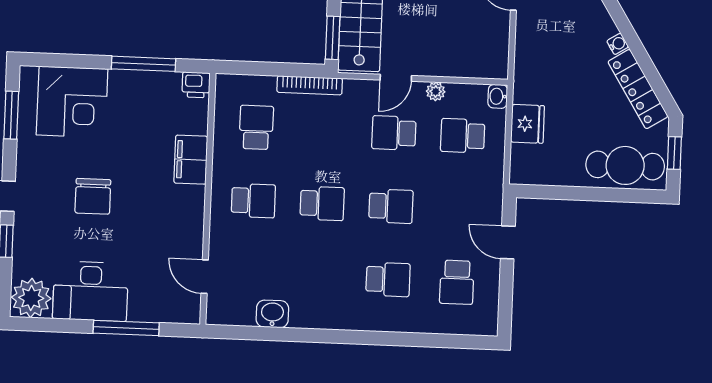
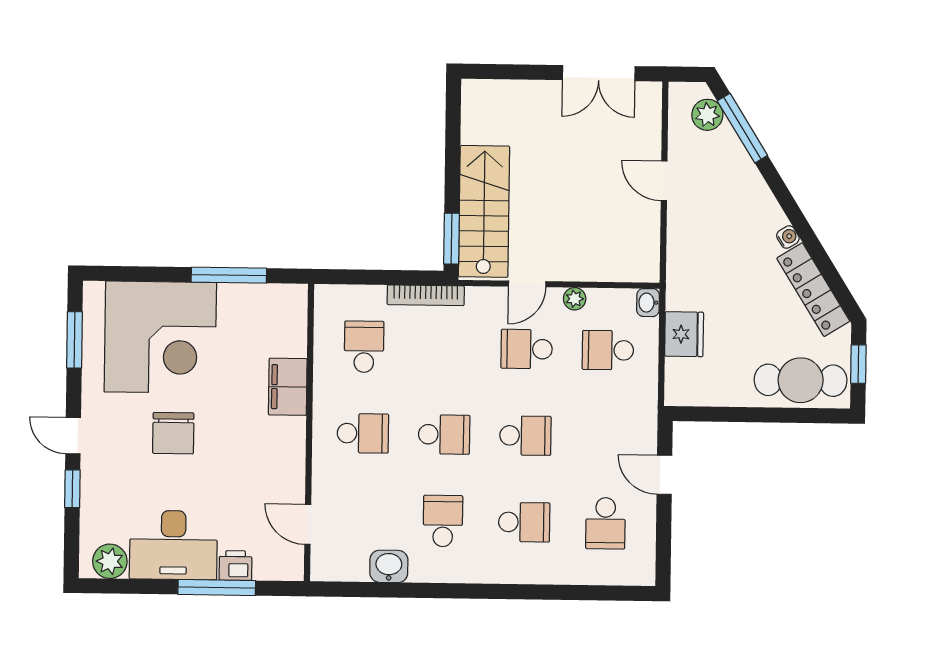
printer: (196, 85) -> (235, 565), moved, turned 180
corner desk: (72, 102) -> (160, 337), width x1.36, depth x1.36
school desk: (319, 277) -> (443, 521), added
plant: (31, 298) -> (110, 561), width x0.73, depth x0.73

